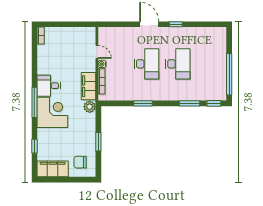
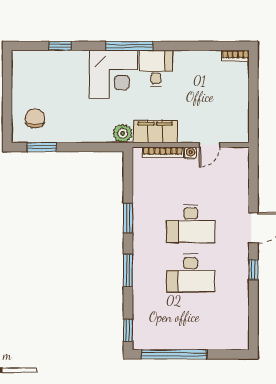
window: (190, 103) -> (128, 270), moved
window: (98, 142) -> (42, 147), moved
filing cabinet: (53, 169) -> (24, 75), removed

